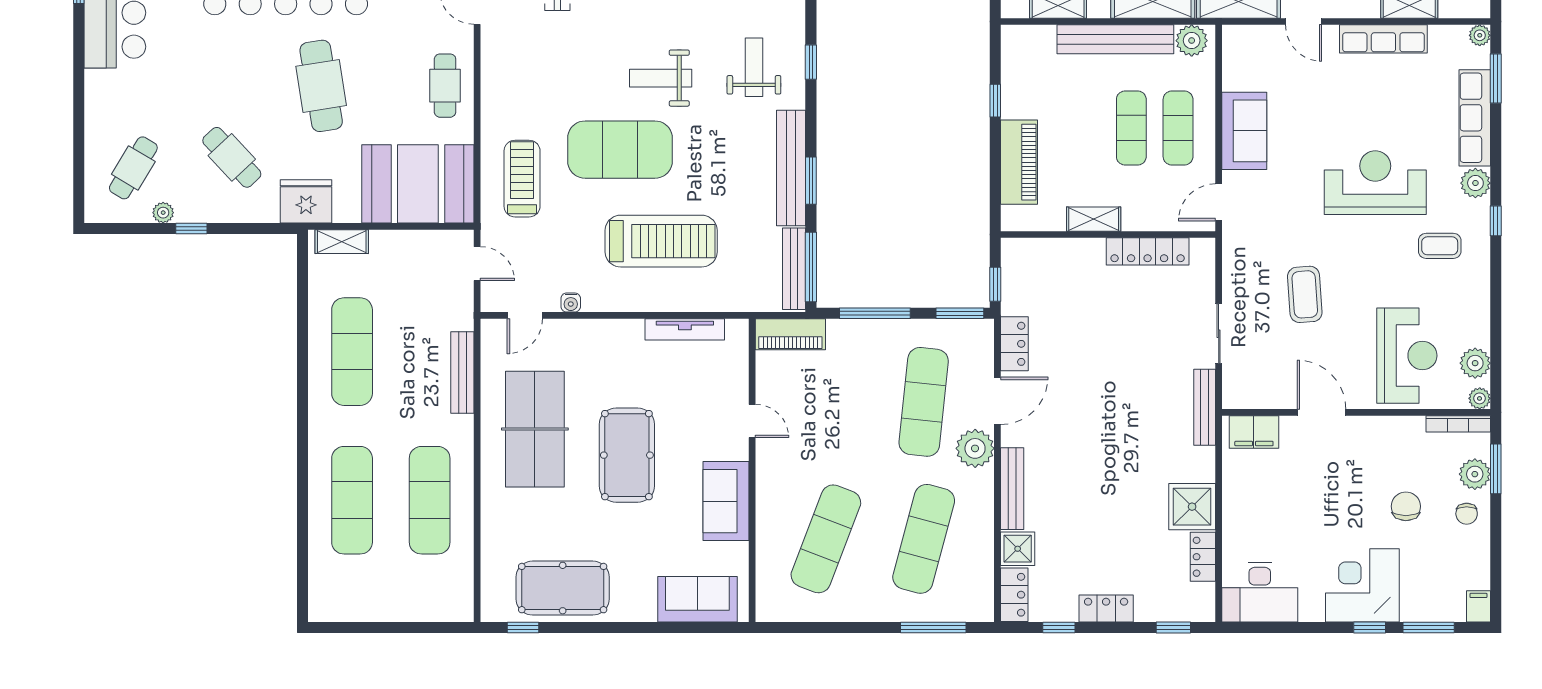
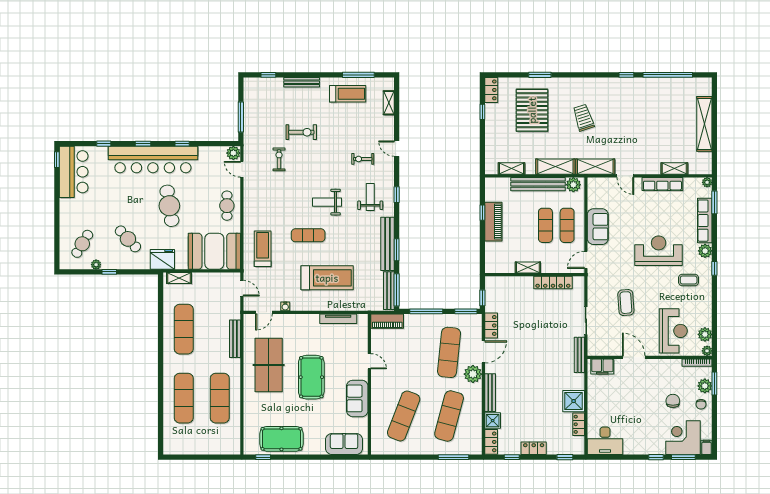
exercise mat: (620, 150) -> (308, 235), width x0.50, depth x0.69
piano: (1019, 162) -> (493, 222), moved
corner desk: (1362, 585) -> (683, 438), moved

